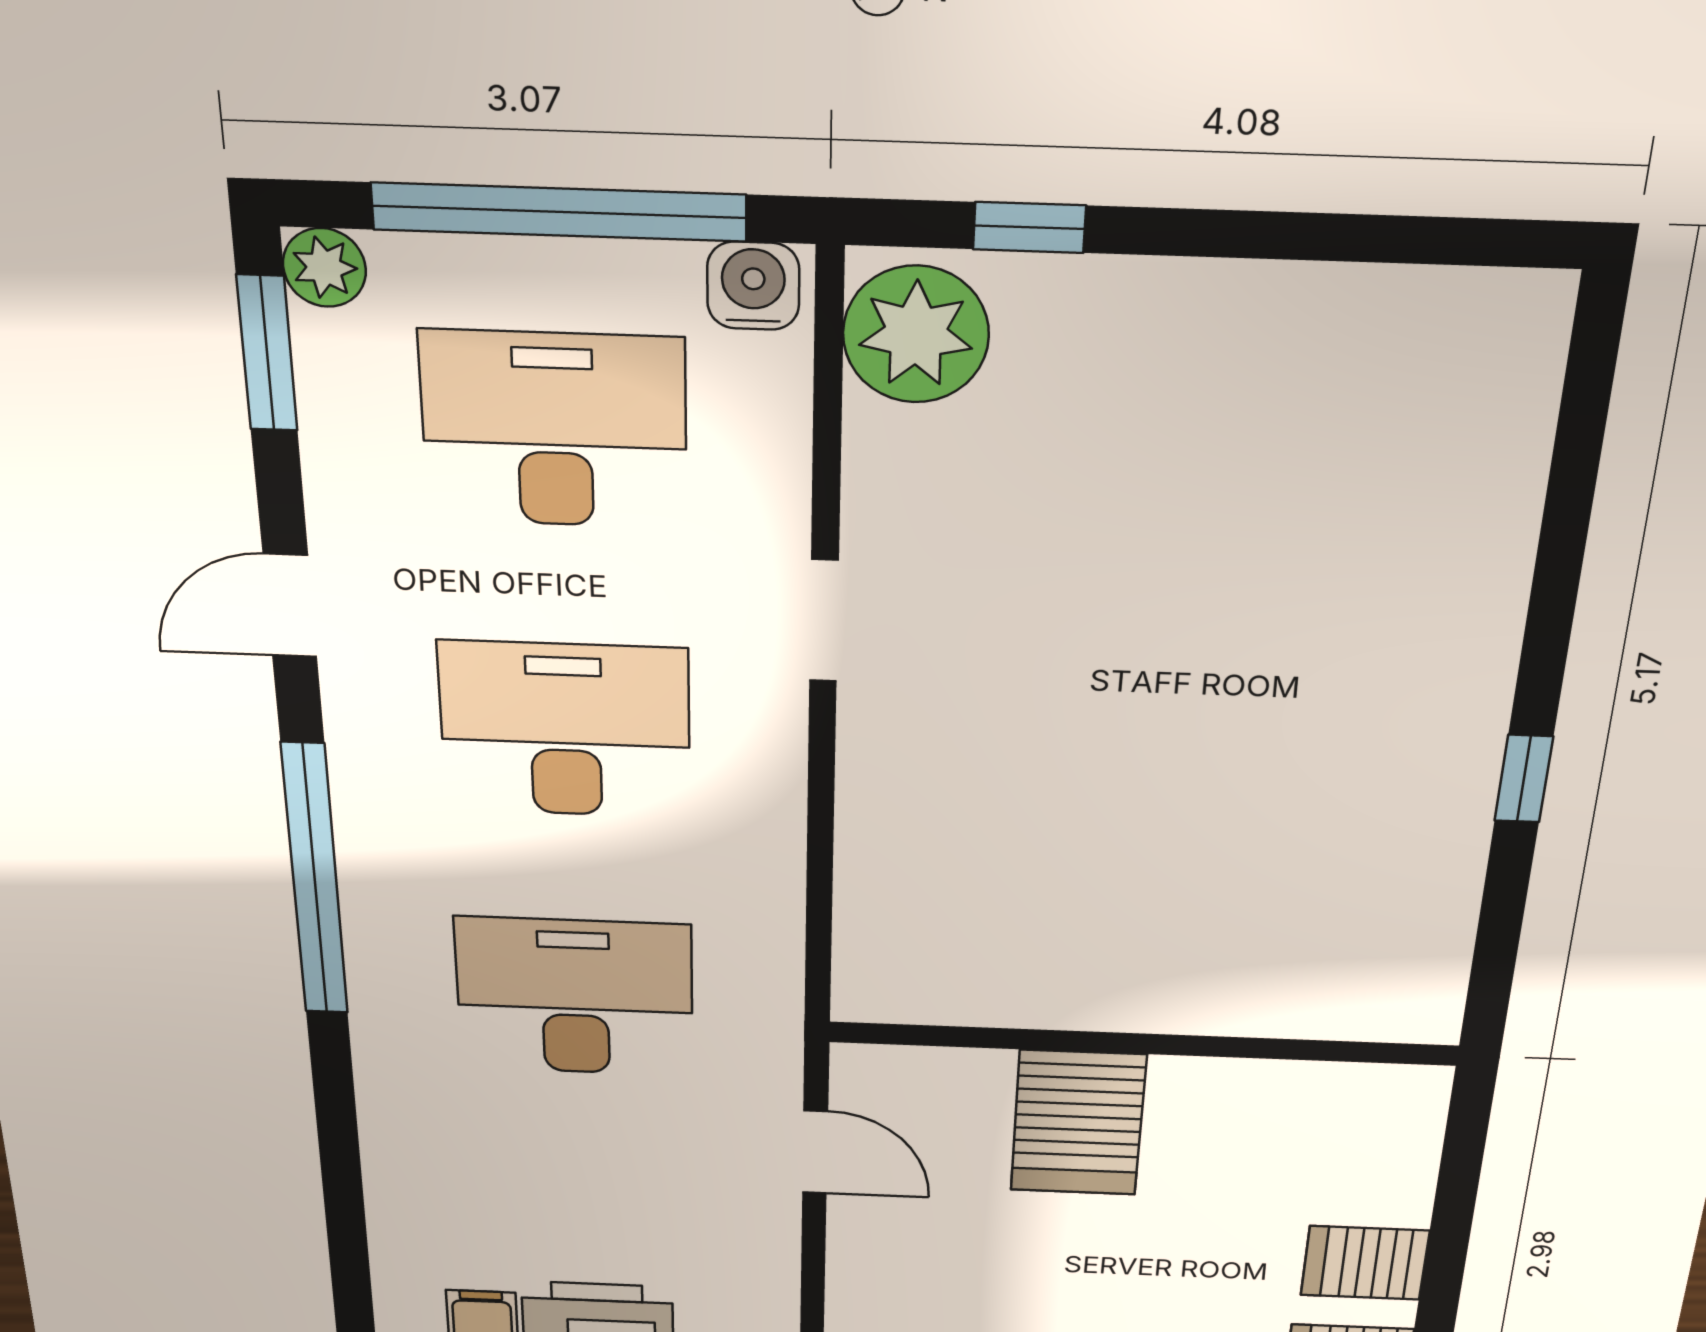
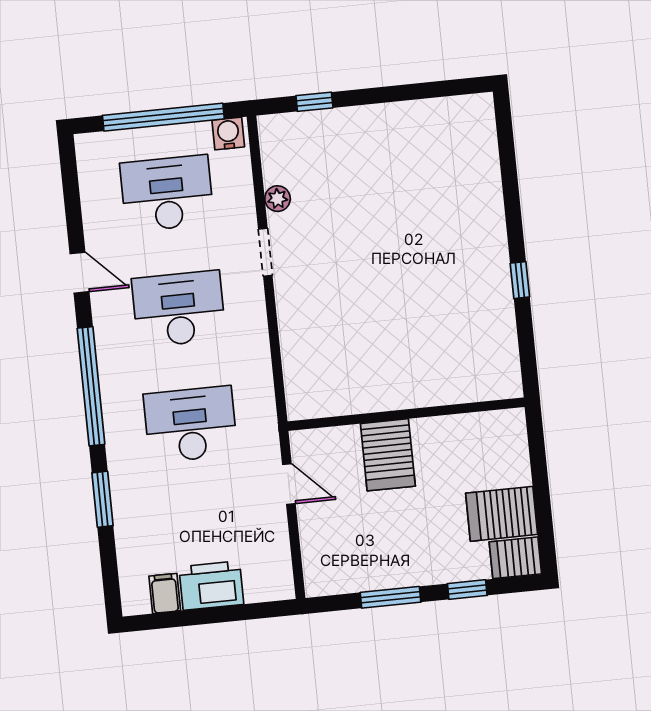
plant: (324, 268) -> (88, 146), removed
plant: (916, 334) -> (278, 199), moved, width x0.53, depth x0.53
window: (267, 353) -> (102, 499), moved
door: (290, 606) -> (79, 273), swing flipped
server rack: (1365, 1263) -> (502, 514), width x1.36, depth x1.44

